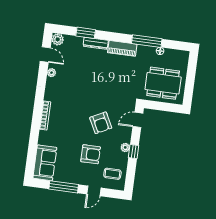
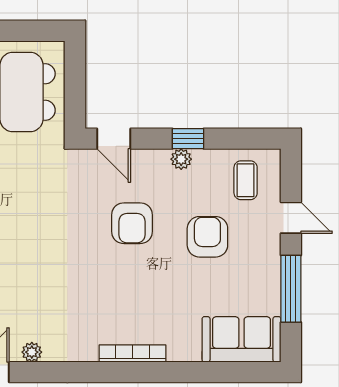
armchair: (101, 123) -> (132, 223), turned 117

